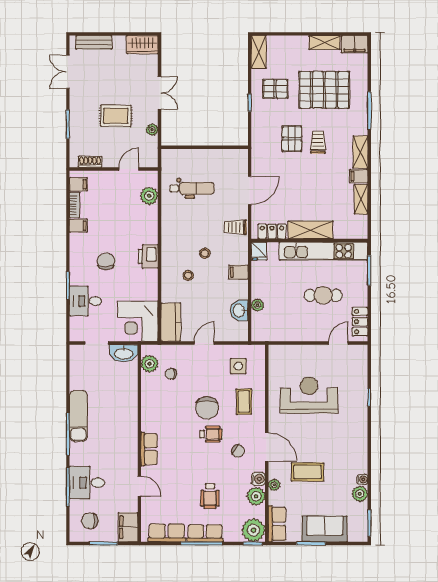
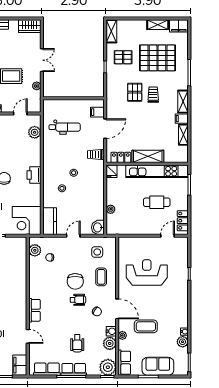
filing cabinet: (239, 272) -> (97, 112), moved
washbasin: (239, 310) -> (98, 227), moved
washbasin: (124, 353) -> (17, 243), removed

